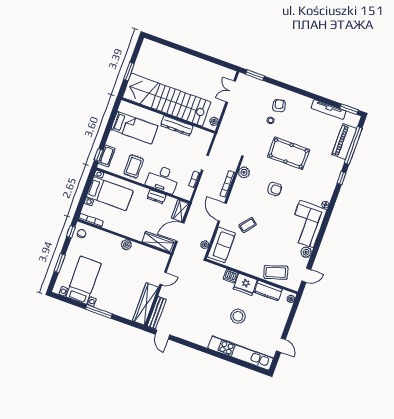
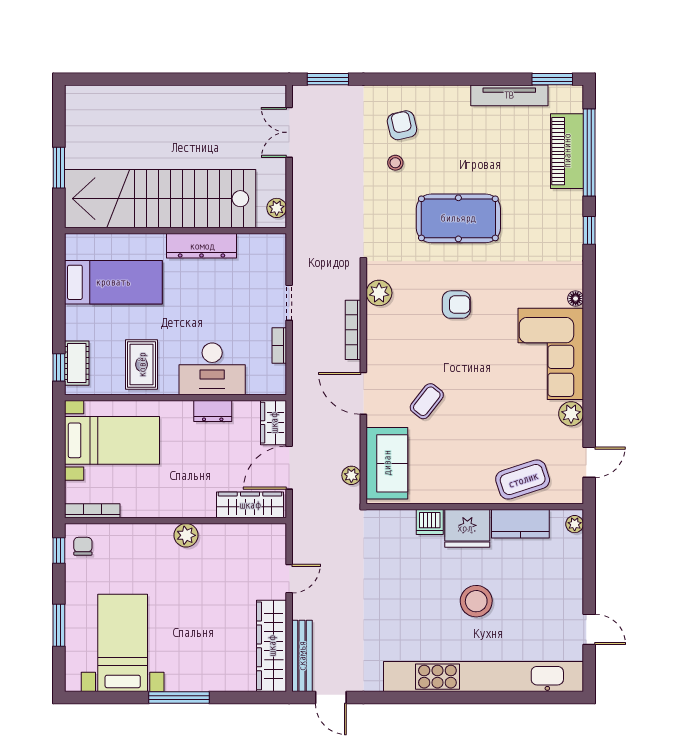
kitchen unit: (241, 353) -> (483, 677), width x1.36

